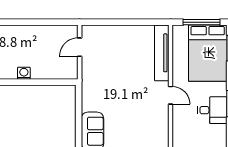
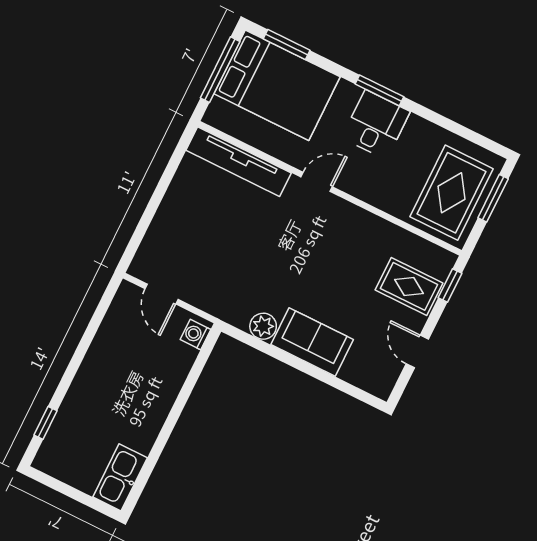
washing machine: (24, 73) -> (195, 335), moved
plant: (88, 104) -> (263, 326), added

